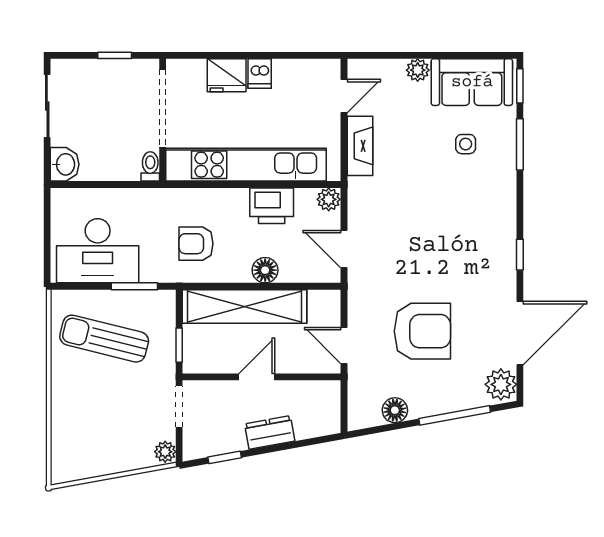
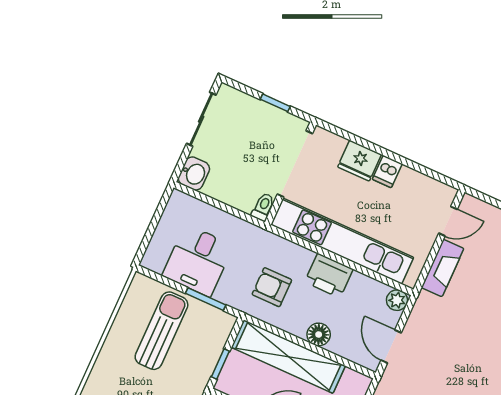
printer: (272, 206) -> (329, 276), moved
desk: (98, 251) -> (198, 261), width x0.73
sun lounger: (104, 339) -> (161, 331), turned 76

